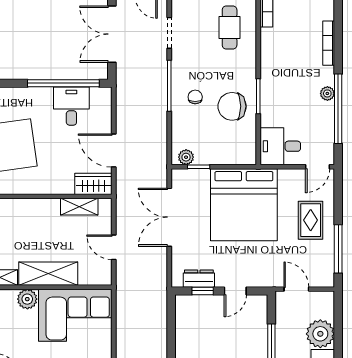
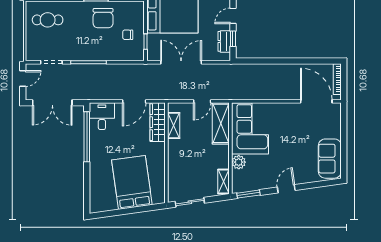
chair: (195, 97) -> (128, 35), moved
desk: (71, 106) -> (102, 116), moved, turned 90
plant: (186, 157) -> (139, 50), removed
wardrobe: (93, 184) -> (158, 122), width x1.50
double door: (169, 217) -> (181, 62), swing flipped
shelving: (48, 274) -> (221, 123), moved
door: (235, 291) -> (233, 16), swing flipped

